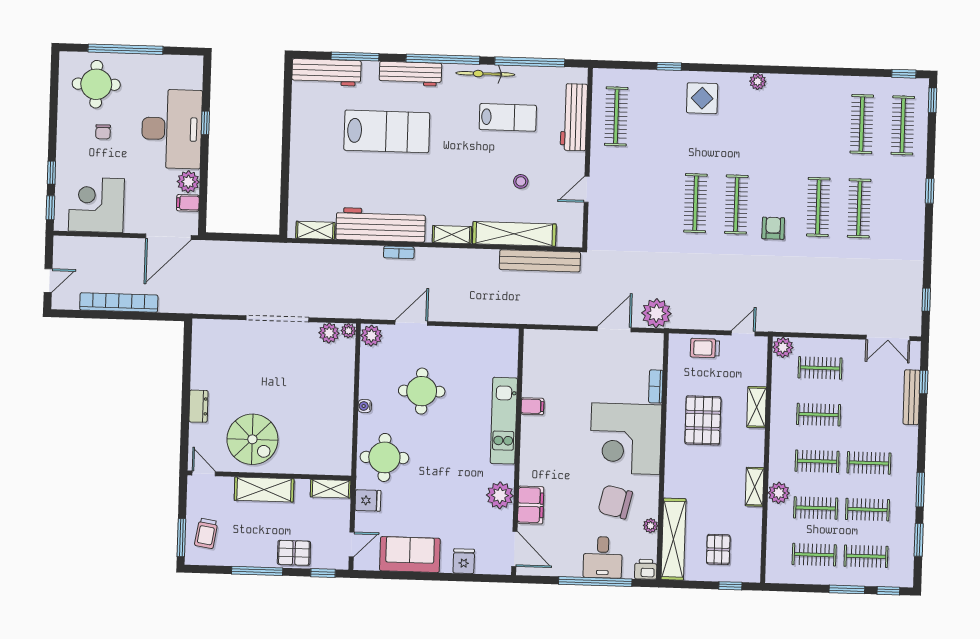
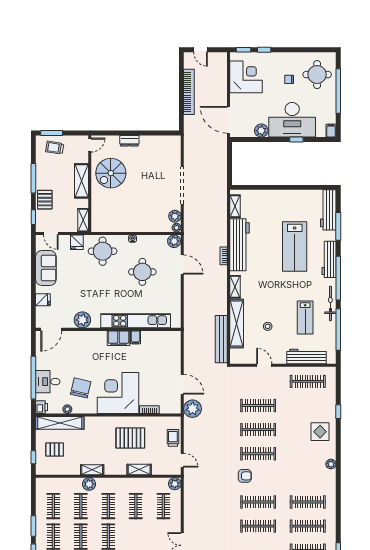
clothes rail: (821, 123) -> (308, 502), added
clothes rail: (655, 202) -> (258, 405), added
filing cabinet: (188, 203) -> (331, 131), moved
kitchen unit: (504, 421) -> (136, 321), width x1.36
filing cabinet: (531, 505) -> (118, 338), moved

